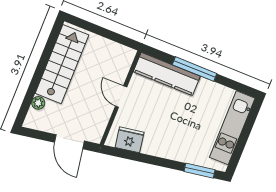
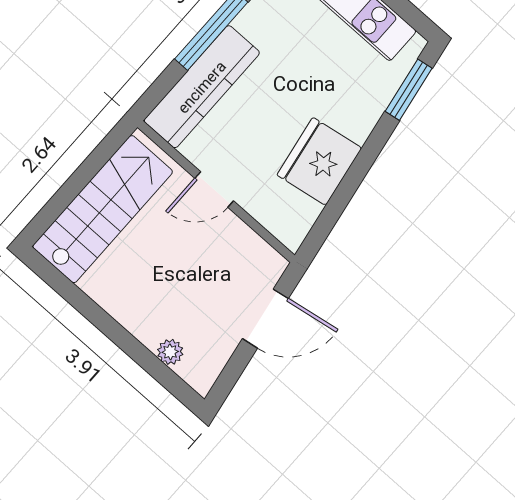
stairs: (62, 64) -> (103, 209), moved, turned 90
fridge: (130, 140) -> (319, 161), moved, width x1.36, depth x1.34

